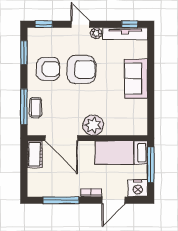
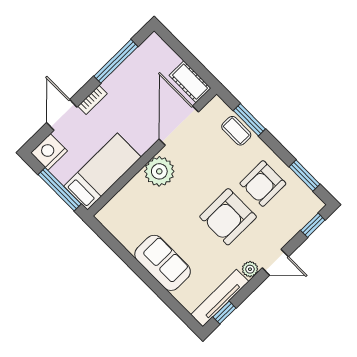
window: (24, 107) -> (249, 120), width x0.69
door: (61, 138) -> (179, 126), hinge flipped

